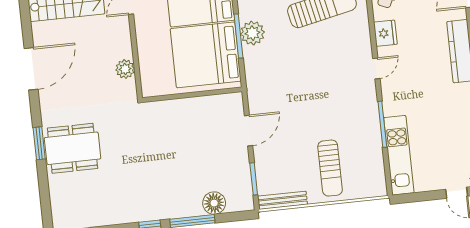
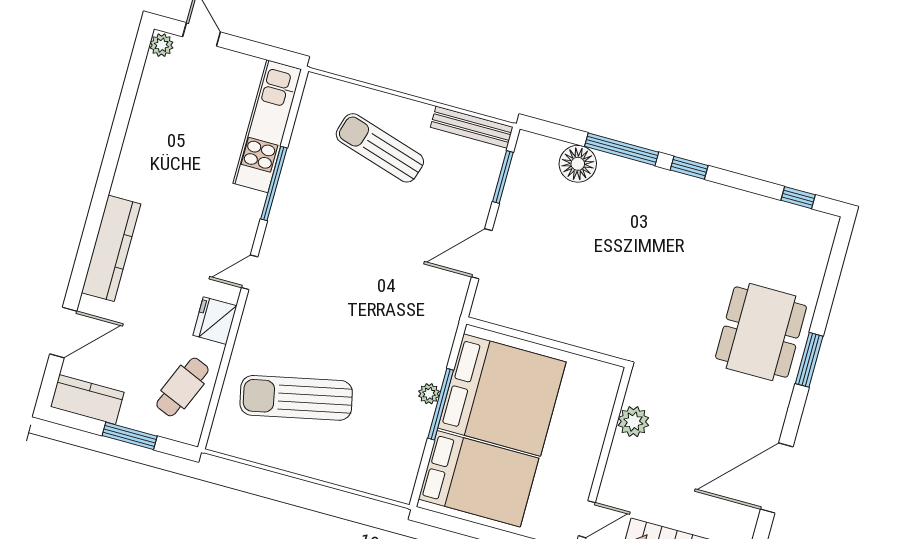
plant: (252, 33) -> (429, 394), width x0.53, depth x0.53
dining table: (73, 148) -> (761, 332), turned 90
sun lounger: (330, 168) -> (380, 148), turned -73

